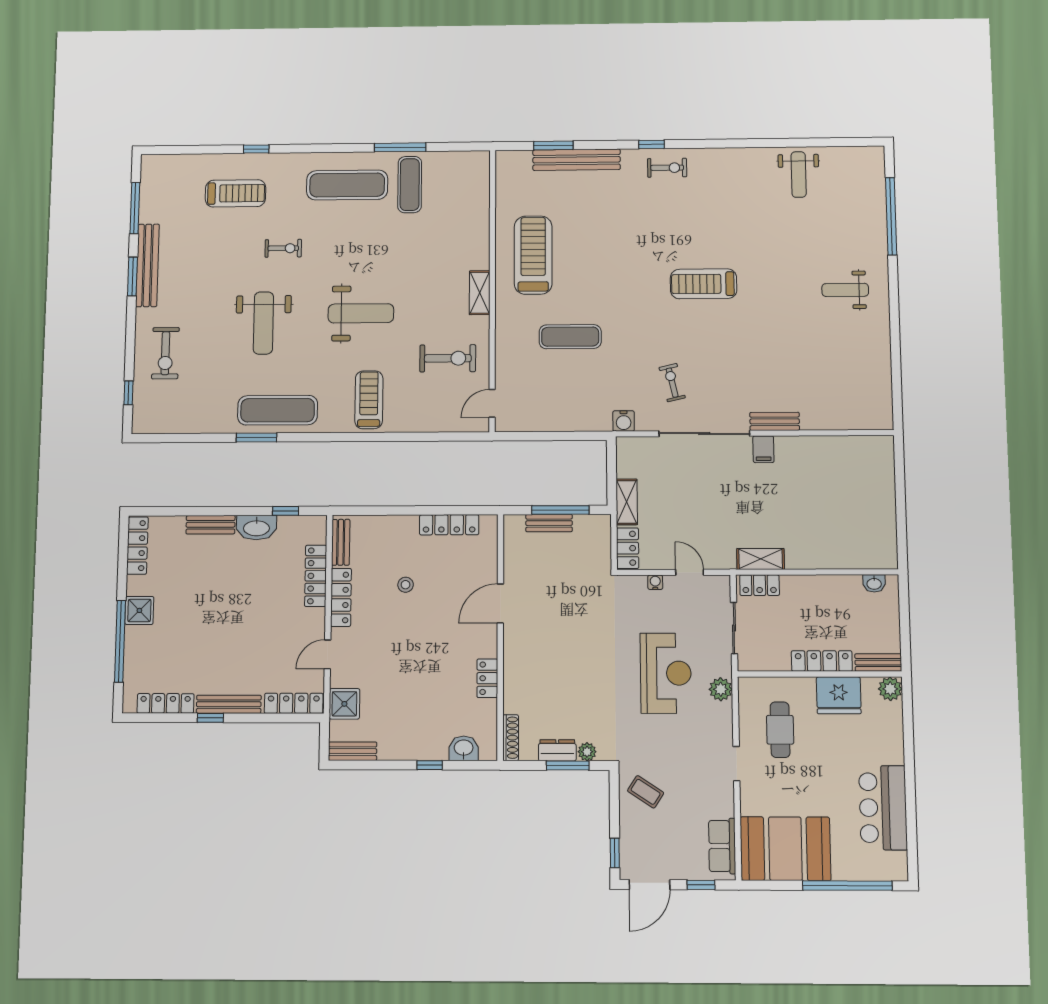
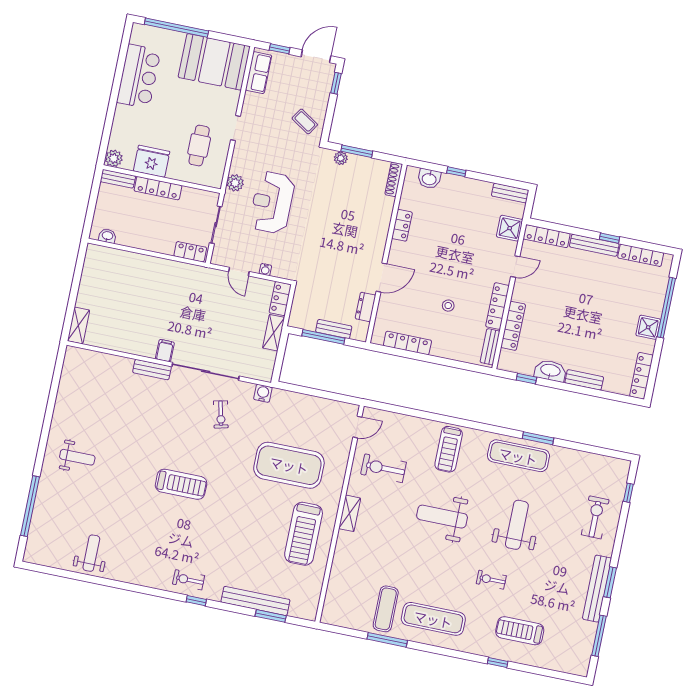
exercise mat: (570, 337) -> (289, 465), width x2.00, depth x1.45
shelving: (761, 559) -> (78, 325), moved, turned 90
dresser: (557, 750) -> (365, 307), moved, turned 90

